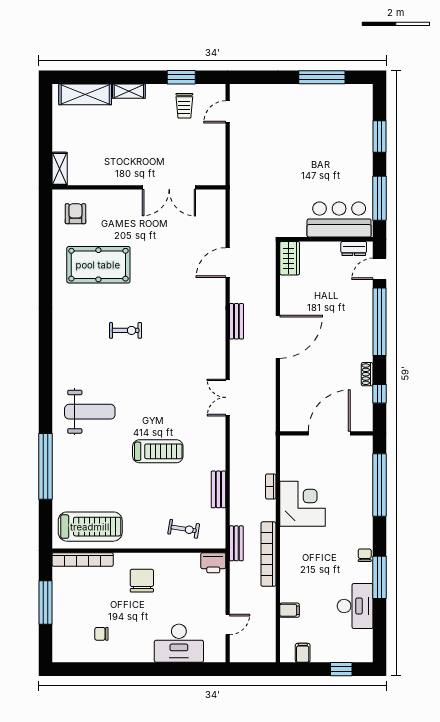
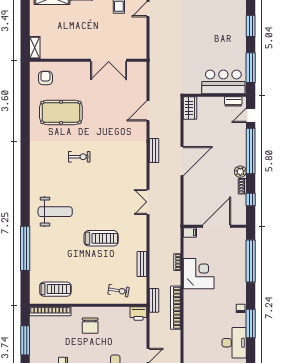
plant: (364, 352) -> (240, 172), added
treadmill: (90, 527) -> (55, 289), width x0.73, depth x0.73
chair: (142, 581) -> (90, 326), turned 180
filing cabinet: (290, 610) -> (190, 233), moved

